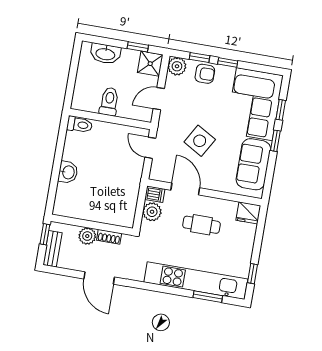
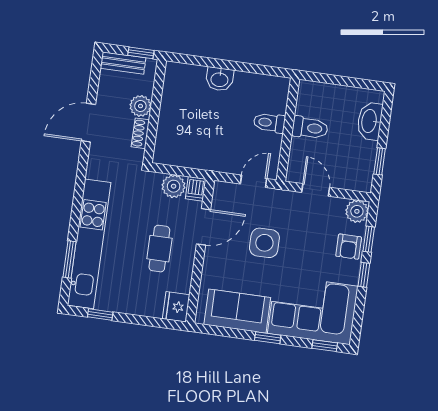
shower: (150, 64) -> (359, 178), removed
window: (281, 110) -> (325, 346), moved
toilet: (80, 125) -> (269, 123), moved, turned 90
side table: (200, 141) -> (264, 243), turned -30

